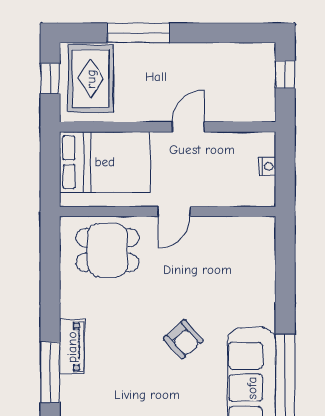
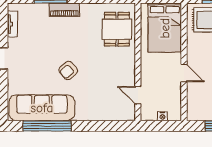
door: (174, 212) -> (138, 95), moved

